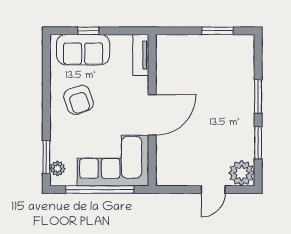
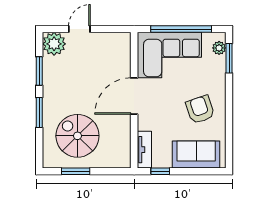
window: (88, 31) -> (160, 171), moved
spiral stairs: (215, 70) -> (77, 136), added

